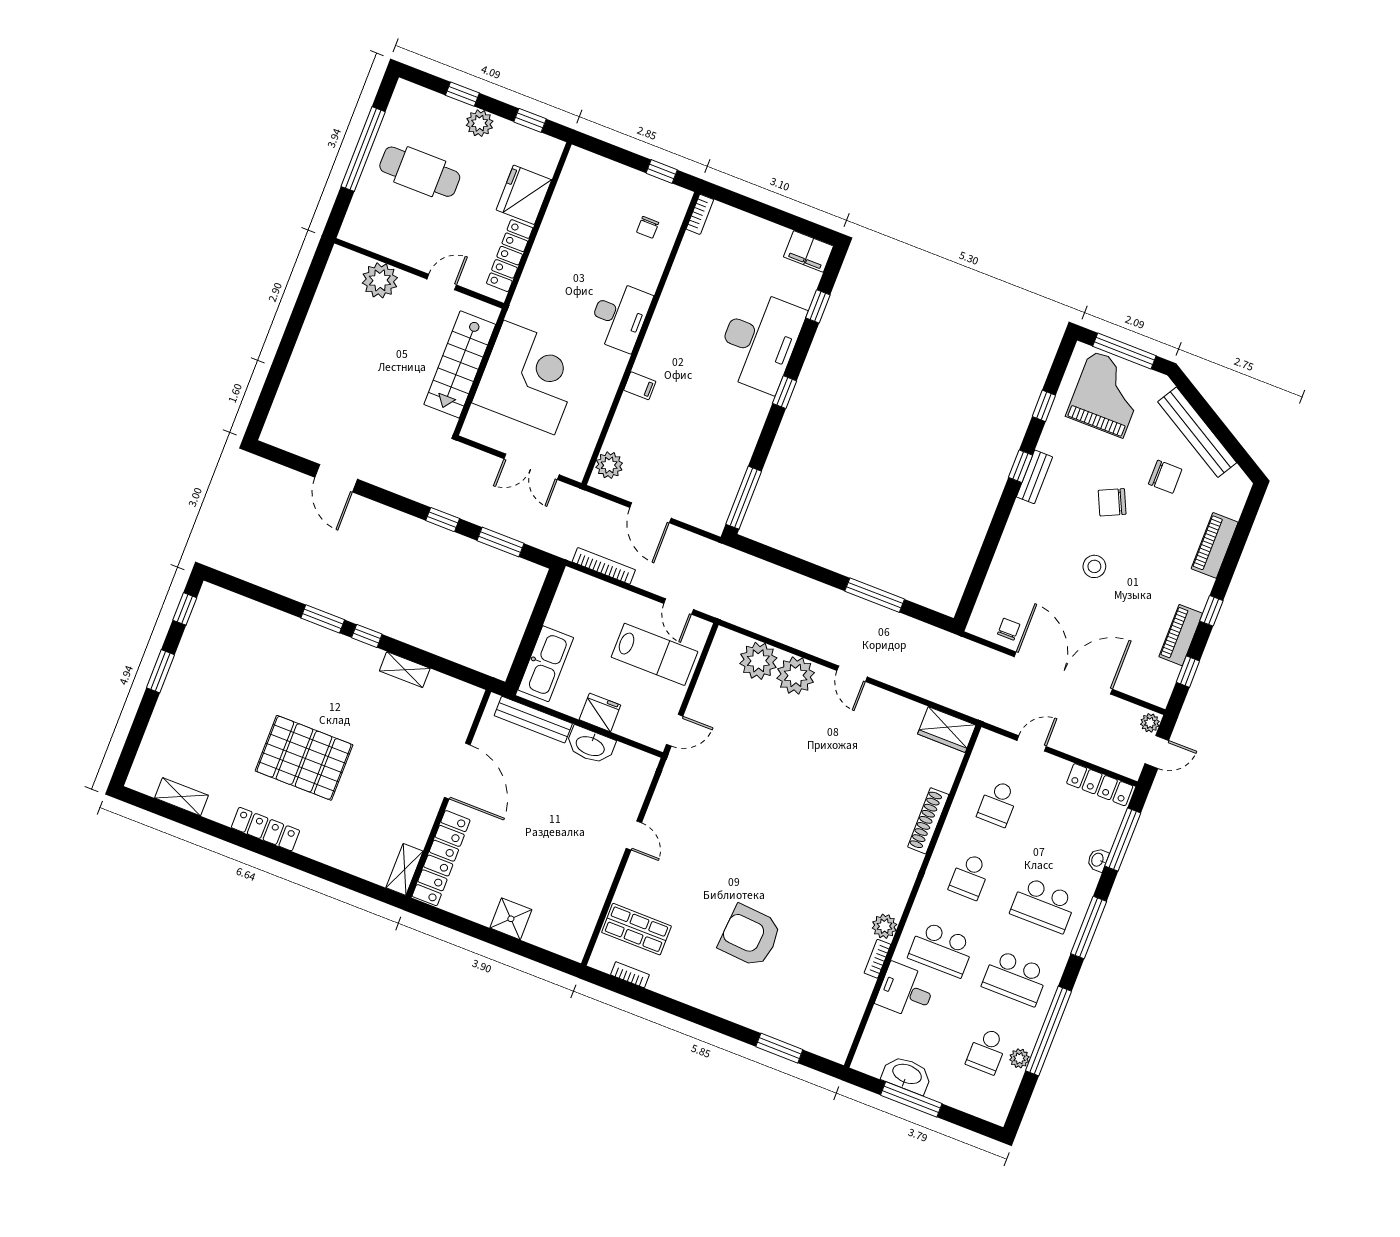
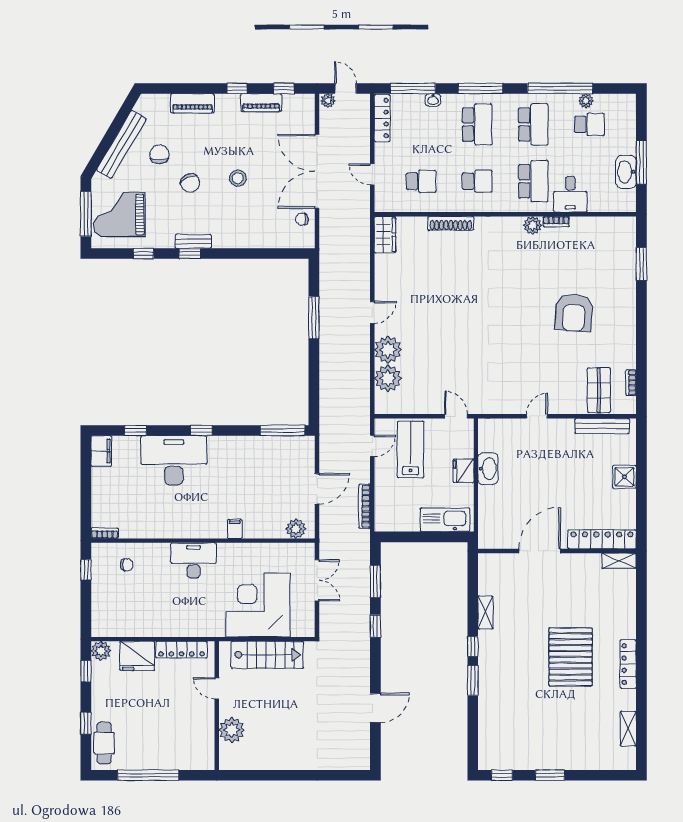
plant: (480, 123) -> (101, 651), moved
cafe table: (420, 172) -> (104, 743), moved, width x0.73, depth x0.74
bench: (533, 720) -> (602, 426), moved, turned 90

